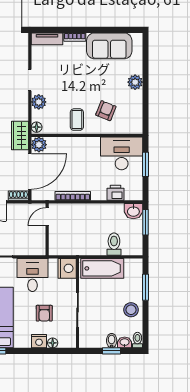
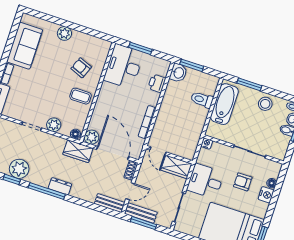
wardrobe: (37, 241) -> (176, 167), added
nightstand: (67, 268) -> (207, 144), width x0.53, depth x0.56
bathtub: (102, 268) -> (224, 104), moved
armchair: (44, 313) -> (243, 182), turned 180

